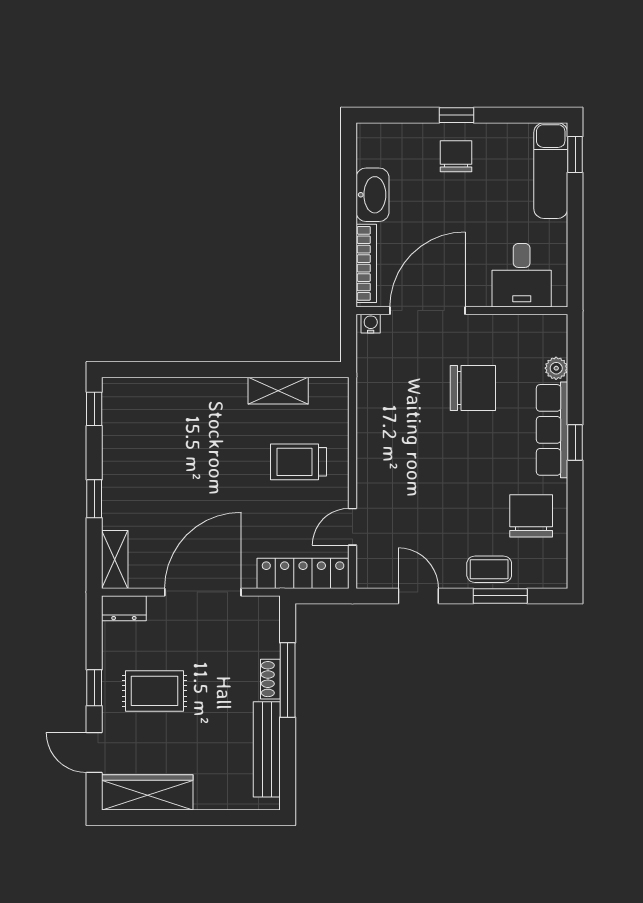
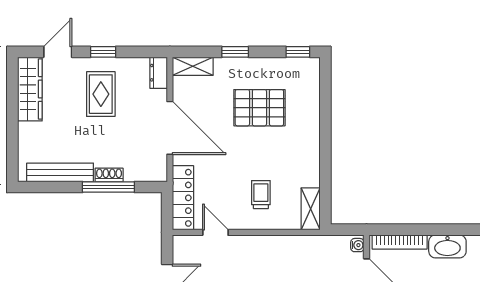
shelving: (278, 391) -> (311, 209), moved
trolley: (298, 462) -> (261, 195), width x0.73, depth x0.72
pallet: (174, 464) -> (259, 108), added

